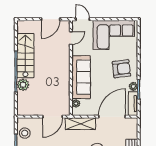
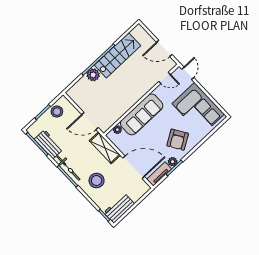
armchair: (121, 69) -> (178, 140), turned 65

